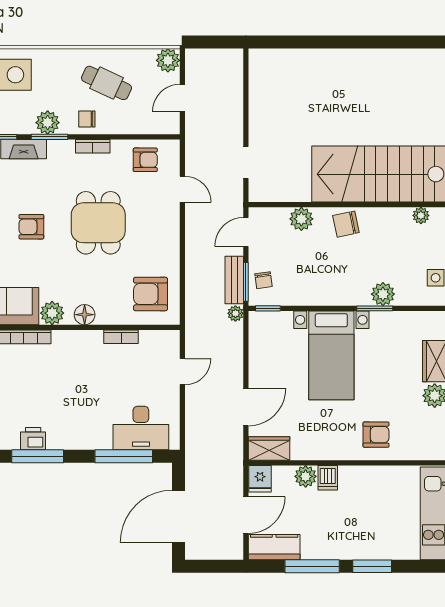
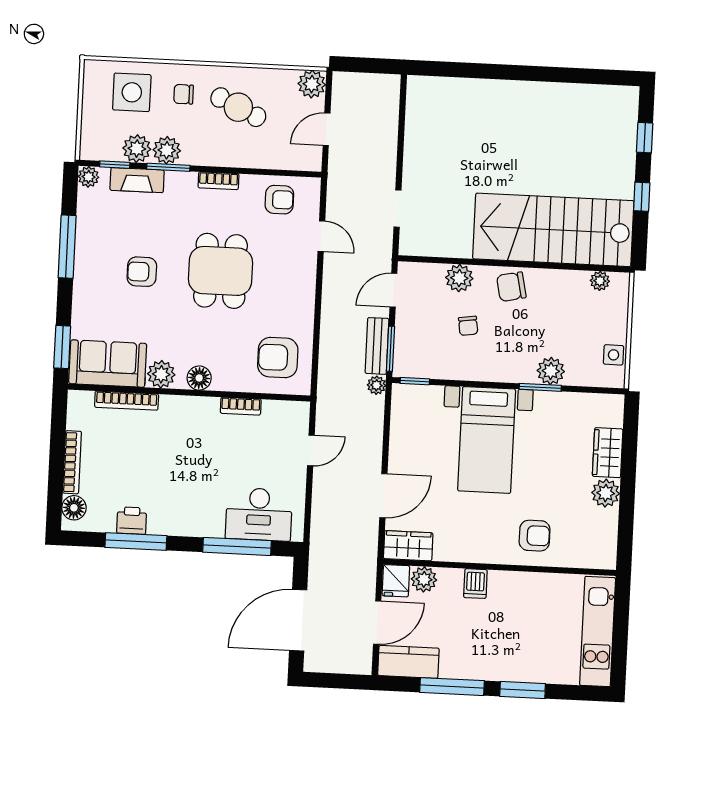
chair: (87, 119) -> (184, 94), moved
plant: (22, 122) -> (137, 149), added
chair: (263, 280) -> (468, 326), moved
plant: (306, 476) -> (424, 579), moved

